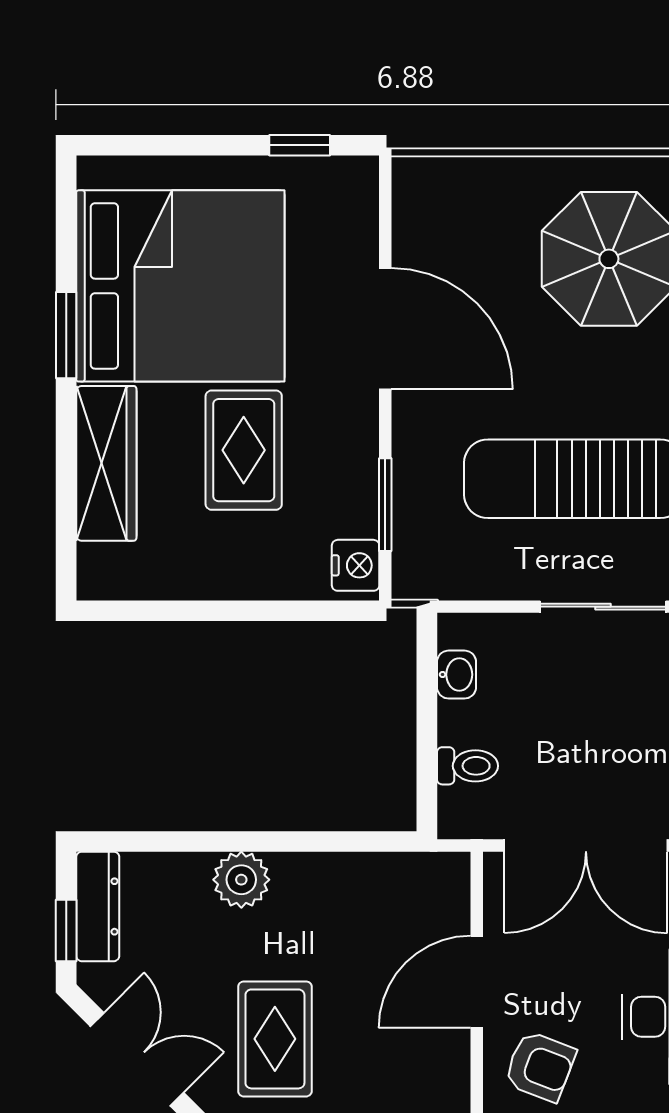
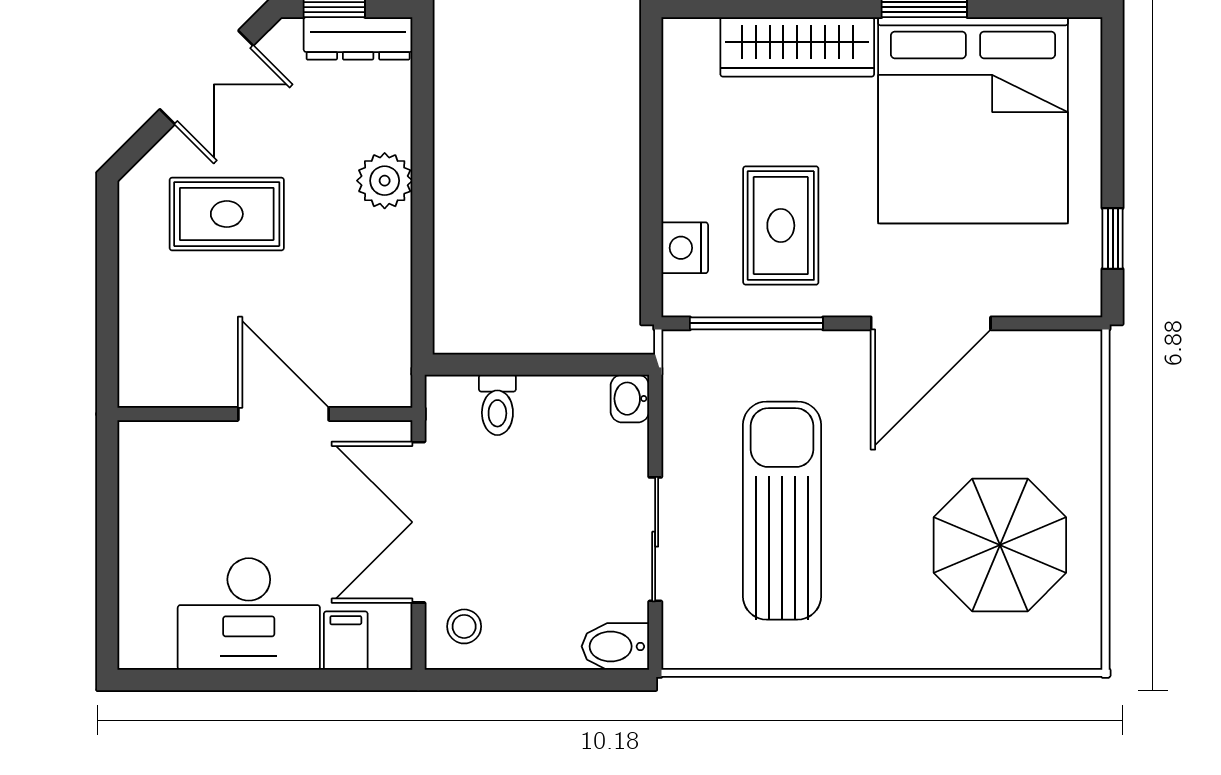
rug: (244, 450) -> (781, 226), moved, turned 90
window: (385, 505) -> (756, 323), width x1.44
nightstand: (356, 565) -> (685, 248), moved, turned 90
washbasin: (457, 675) -> (630, 399), moved, turned 90
armchair: (540, 1066) -> (200, 477), removed

